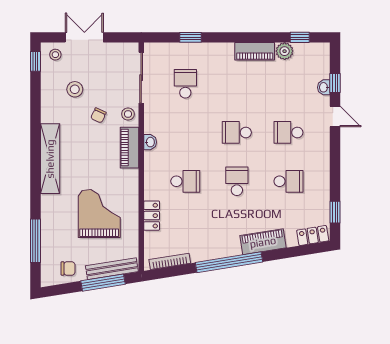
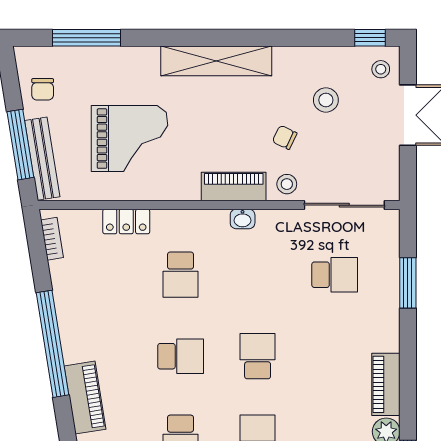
window: (190, 37) -> (408, 283), width x1.50
bookcase: (170, 261) -> (52, 239), width x0.64

